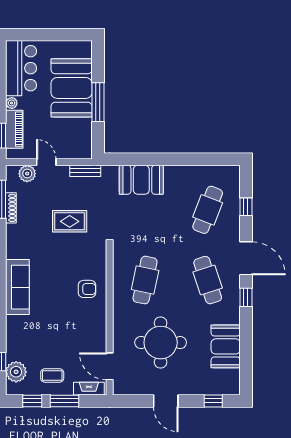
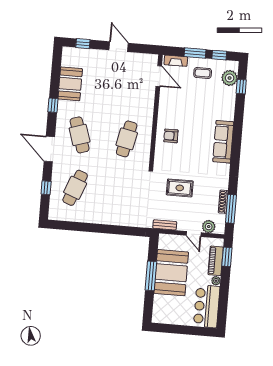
booth: (72, 88) -> (171, 273), moved
booth: (141, 180) -> (123, 215), removed
window: (246, 297) -> (53, 105), moved
round table: (161, 343) -> (119, 91), removed

